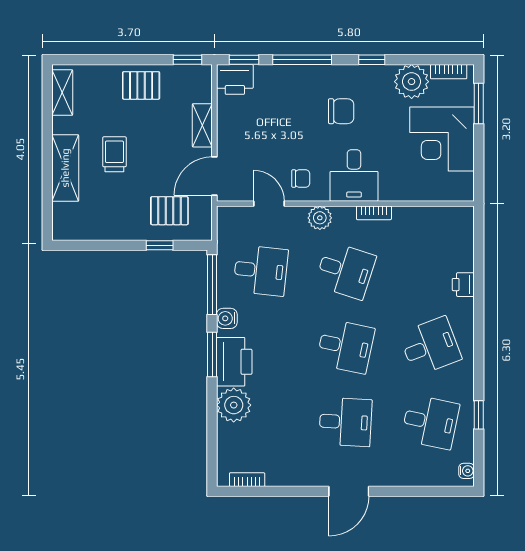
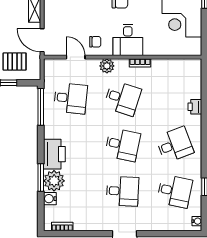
door: (214, 176) -> (42, 40), hinge flipped
water cooler: (227, 318) -> (50, 199), moved
window: (212, 354) -> (41, 177), moved

